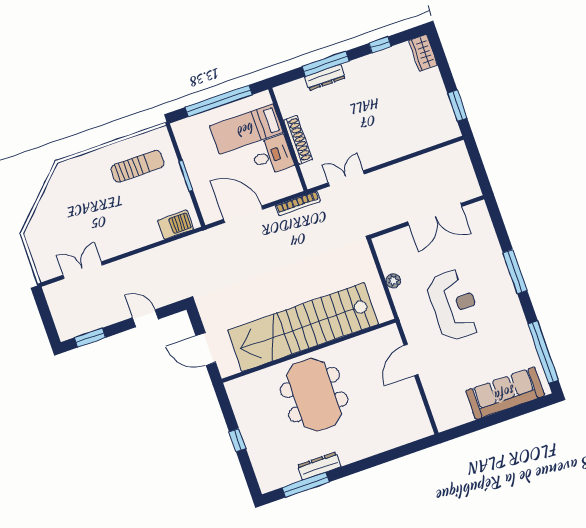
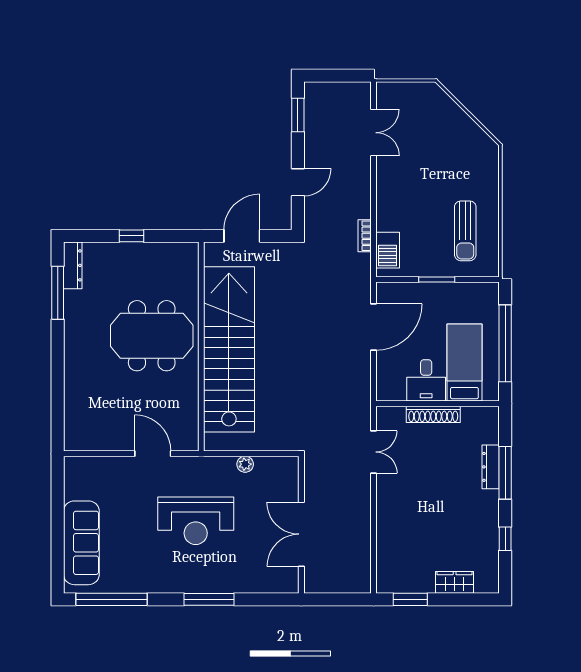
wardrobe: (423, 53) -> (455, 582), moved
bookcase: (298, 203) -> (365, 236), moved, width x0.64
dresser: (319, 466) -> (73, 265), moved

